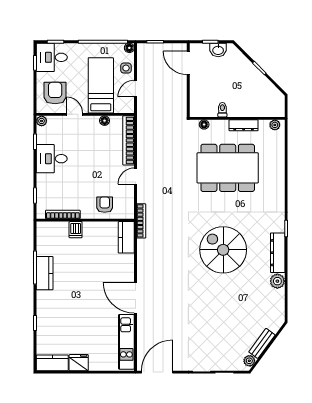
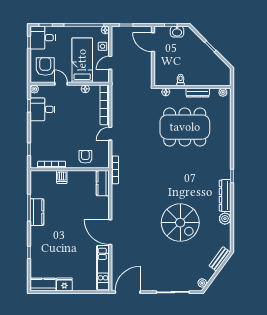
desk: (52, 159) -> (43, 109), moved
spiral stairs: (223, 250) -> (180, 223), moved, turned 180
bench: (262, 343) -> (220, 259), moved

